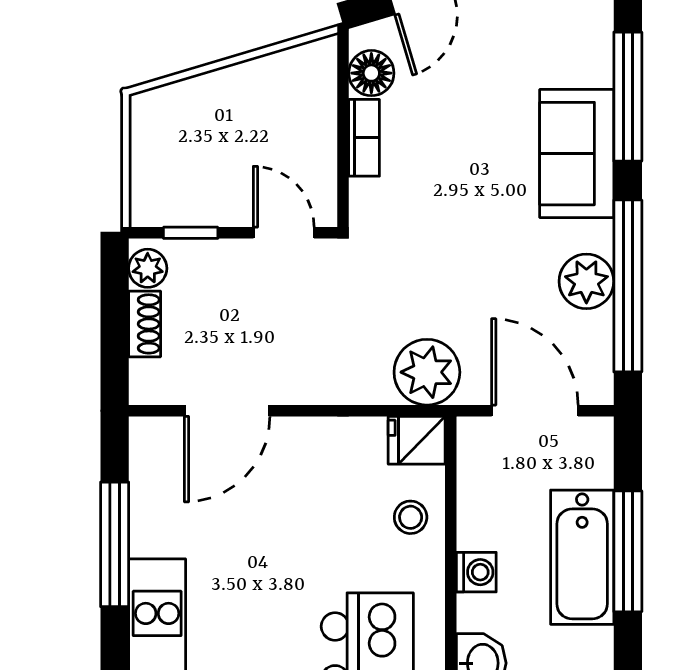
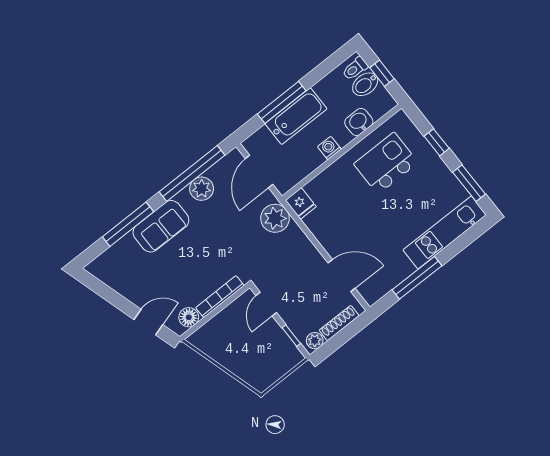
bookcase: (364, 138) -> (220, 297), width x1.56
shoe rack: (145, 324) -> (339, 323), width x1.43
stool: (411, 517) -> (328, 185), removed

